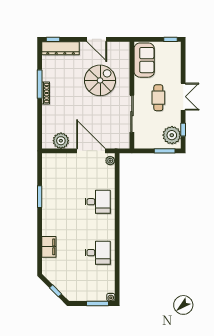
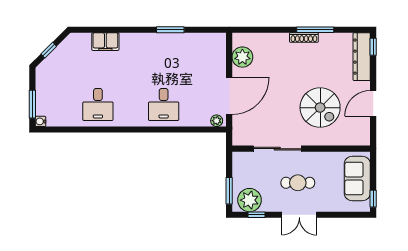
sofa: (144, 60) -> (357, 178), moved, turned 90

